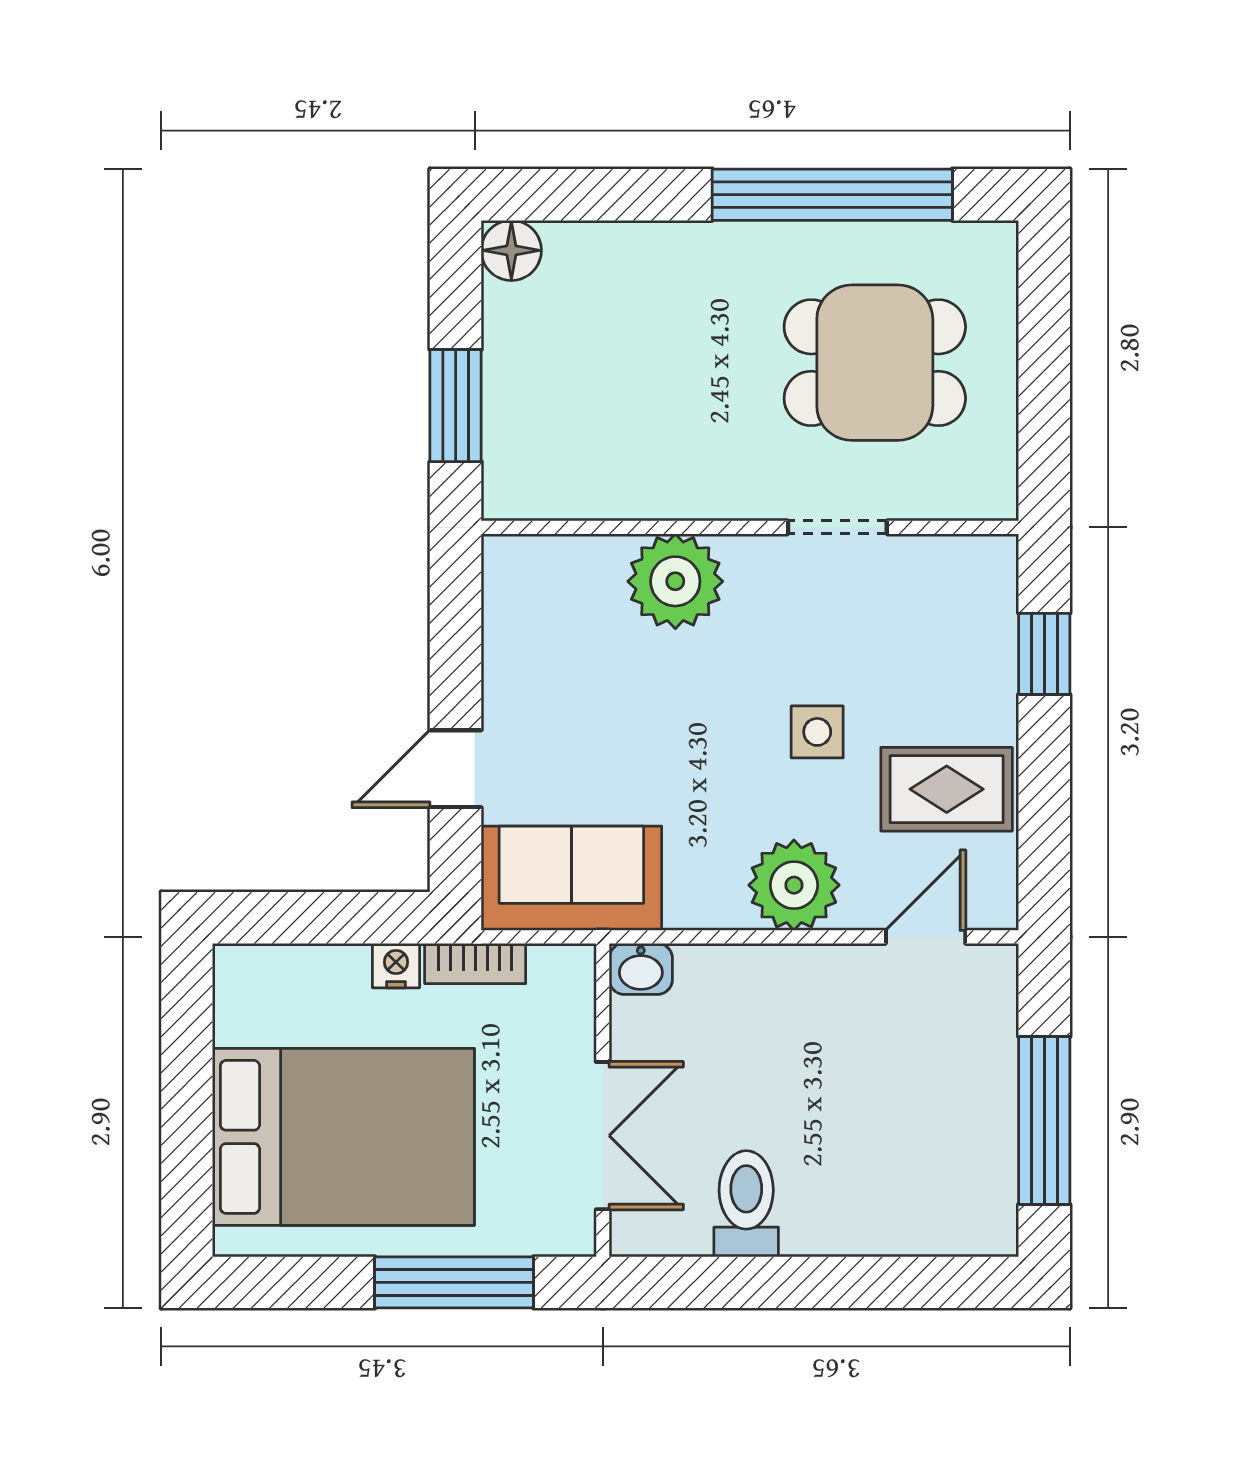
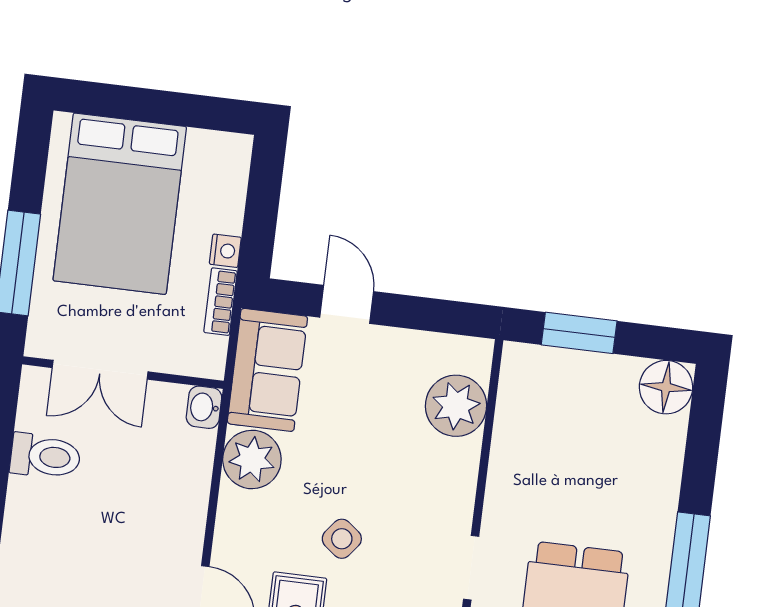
floor lamp: (511, 250) -> (666, 387), width x1.38, depth x1.38
plant: (675, 581) -> (456, 406), moved
side table: (817, 732) -> (342, 539), turned 38
plant: (794, 885) -> (252, 459), moved

